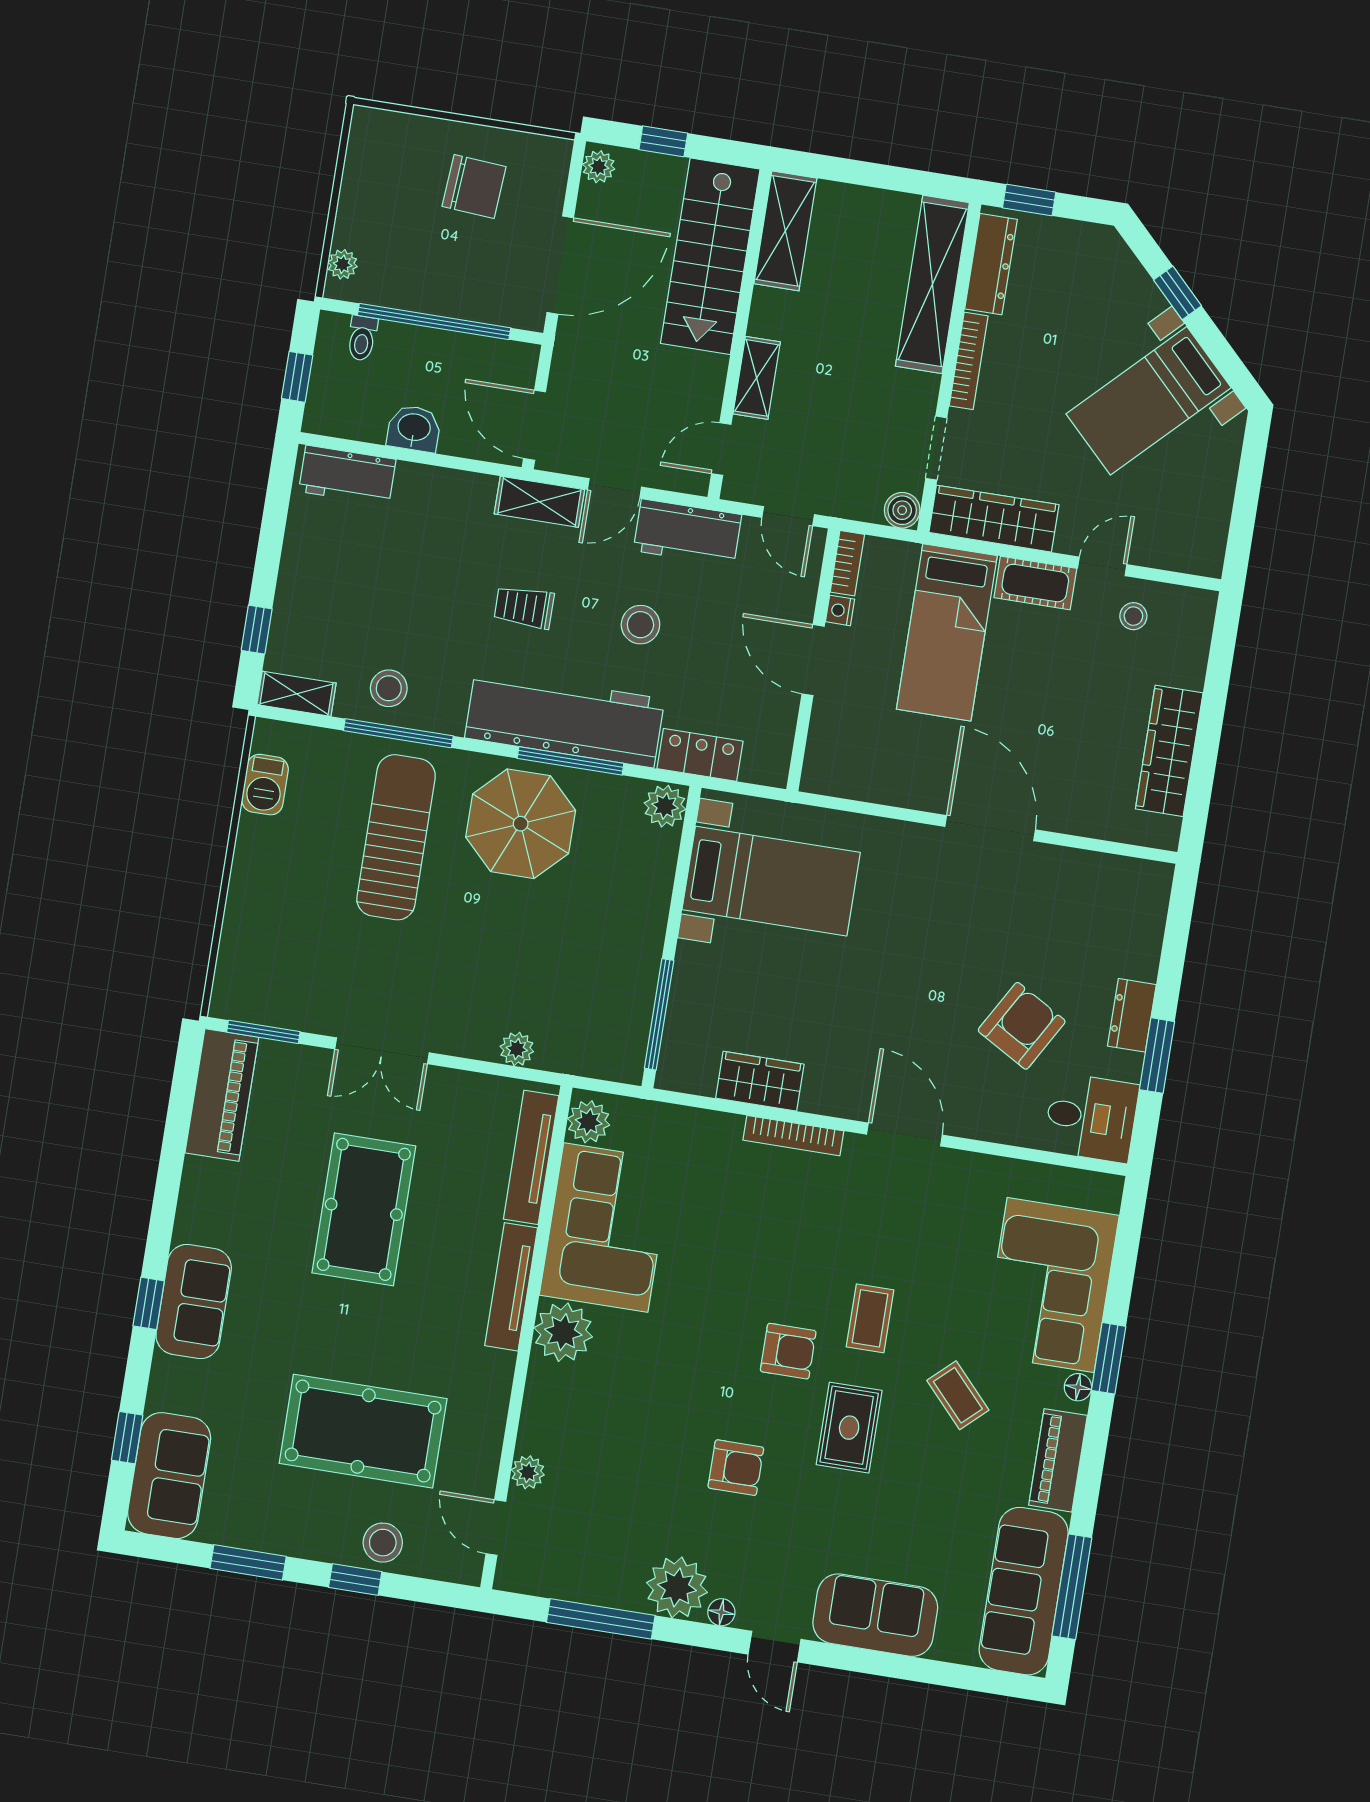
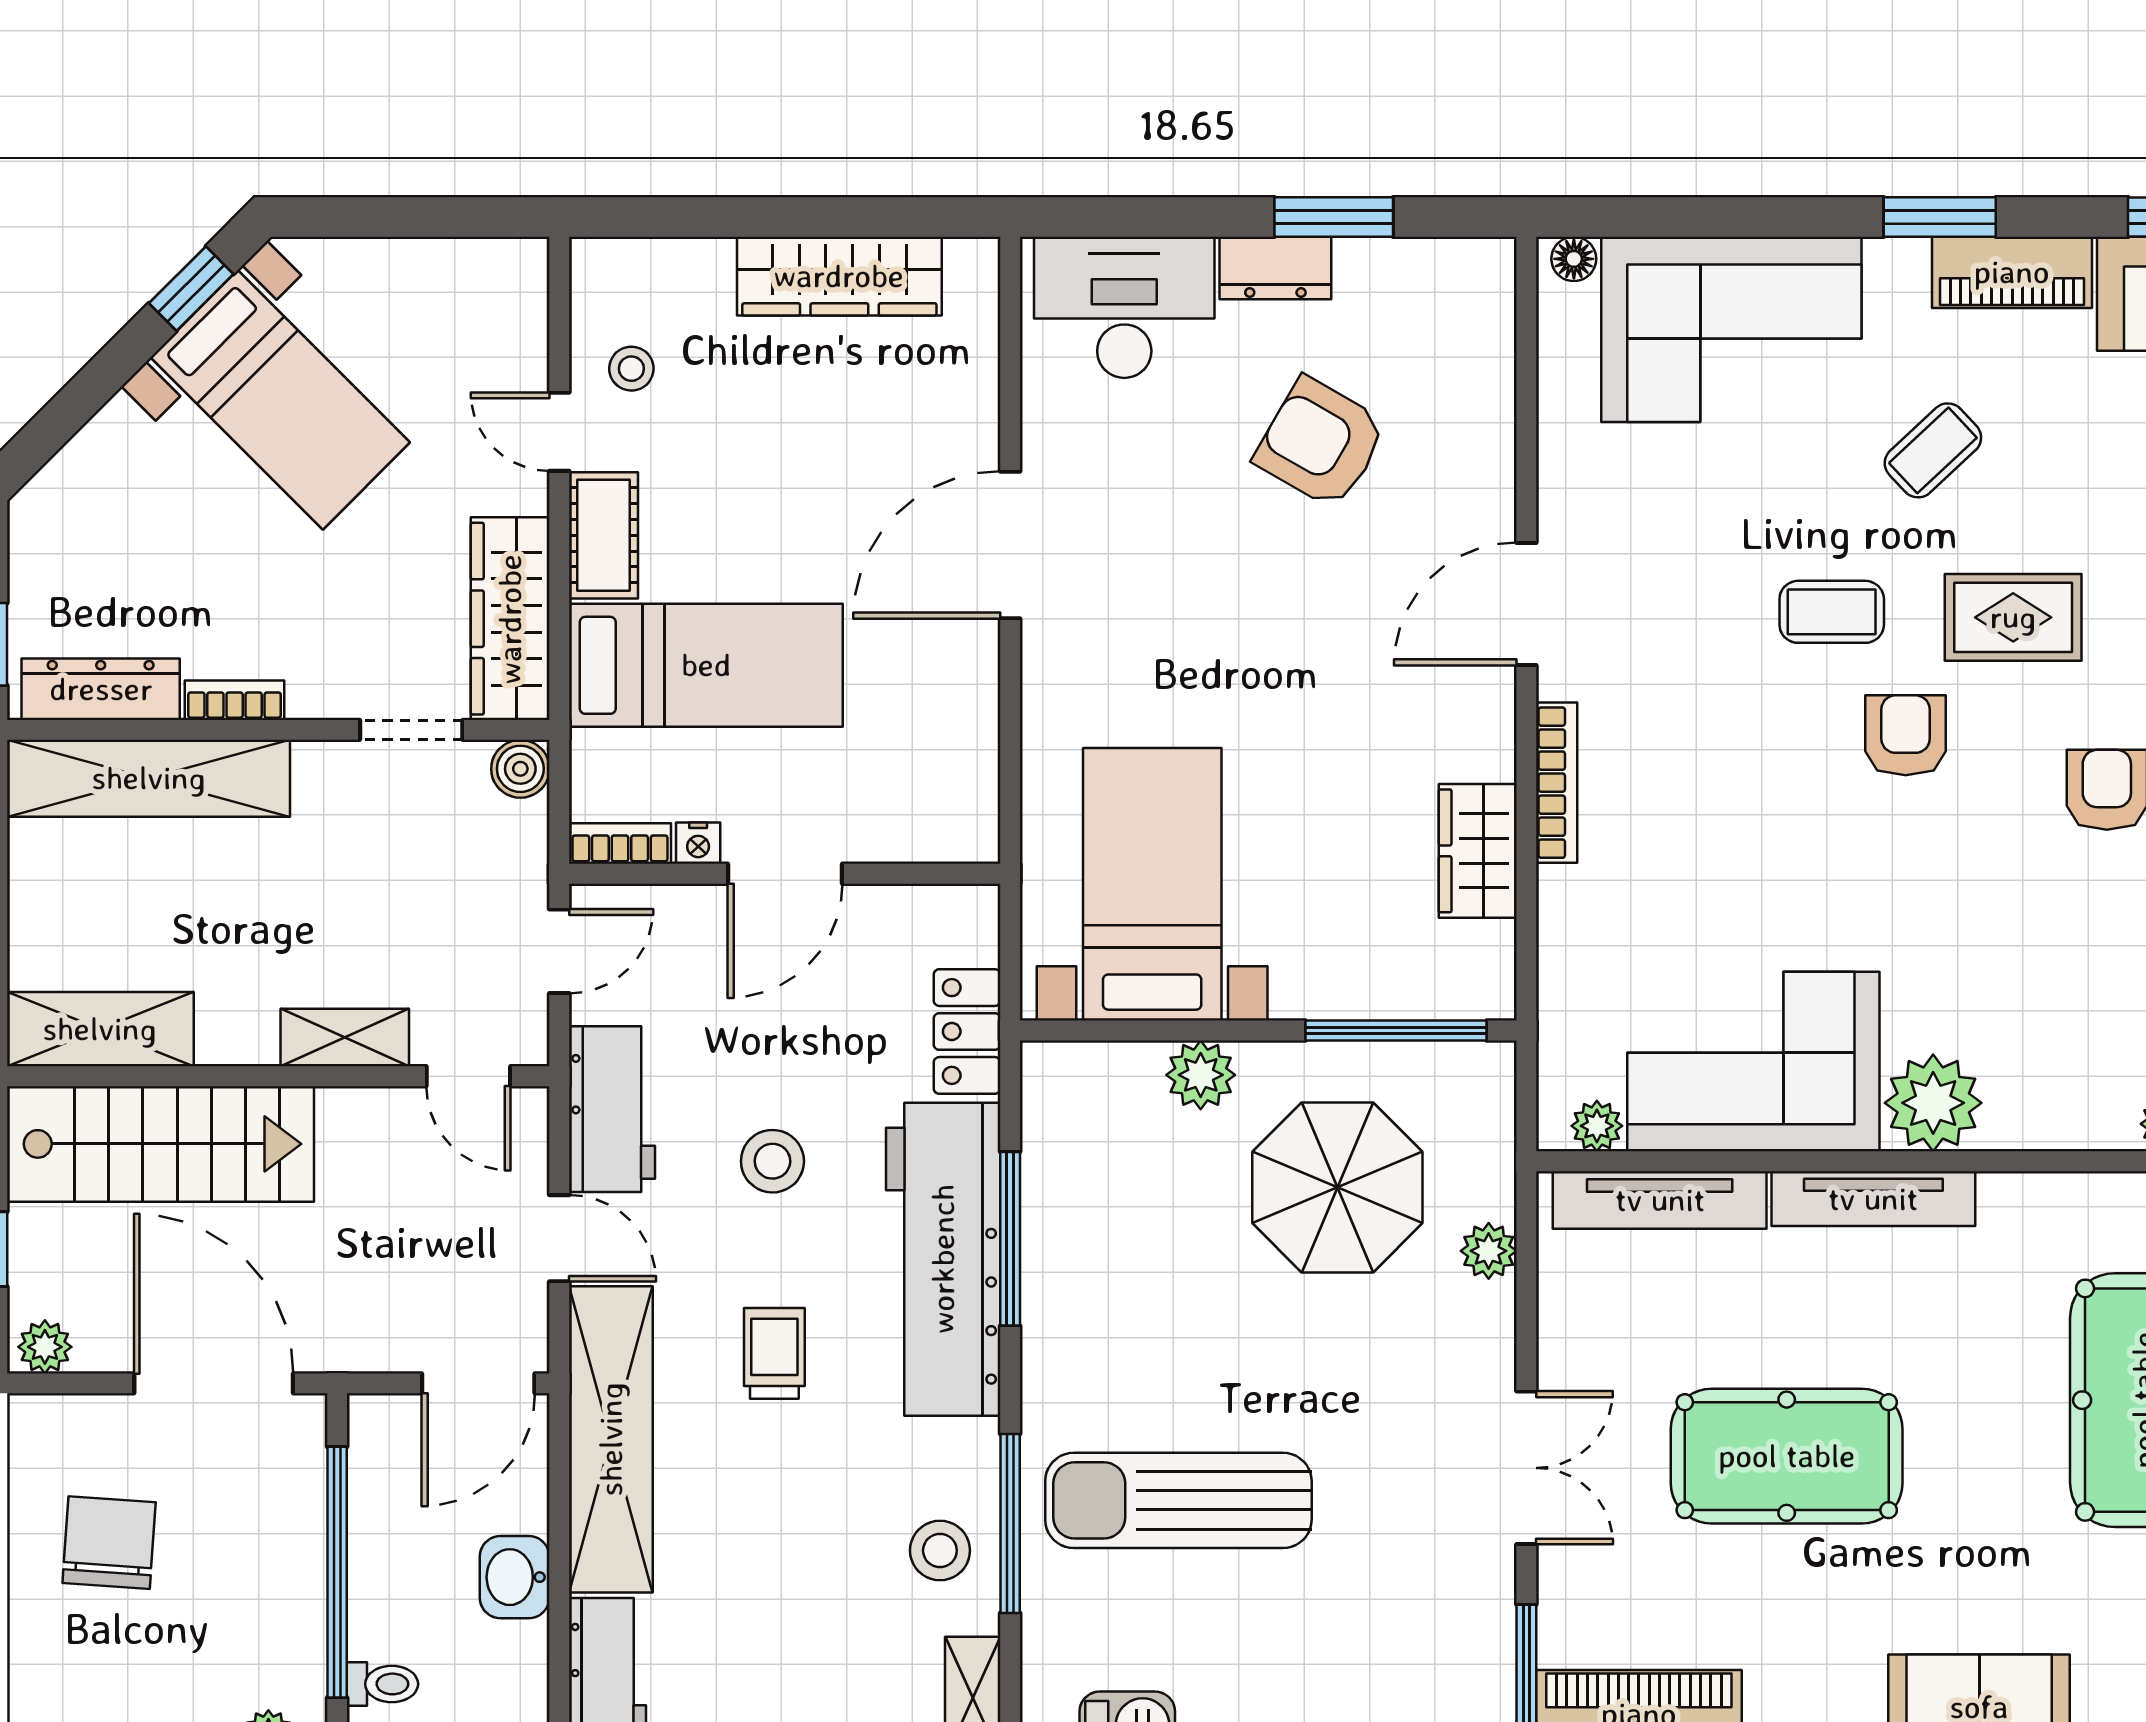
window: (1178, 293) -> (191, 289), moved
bookcase: (969, 361) -> (235, 700), width x0.64
shelving: (539, 502) -> (611, 1439), width x2.20, depth x1.33
trolley: (524, 607) -> (774, 1353), turned 180
plant: (665, 806) -> (1201, 1075), moved
parasol: (521, 824) -> (1337, 1187), moved
desk: (1091, 1118) -> (1124, 307), moved, width x1.37
plant: (589, 1122) -> (1597, 1126), width x0.73, depth x0.73
window: (1109, 1358) -> (1940, 217), moved
floor lamp: (1078, 1387) -> (1574, 259), moved

